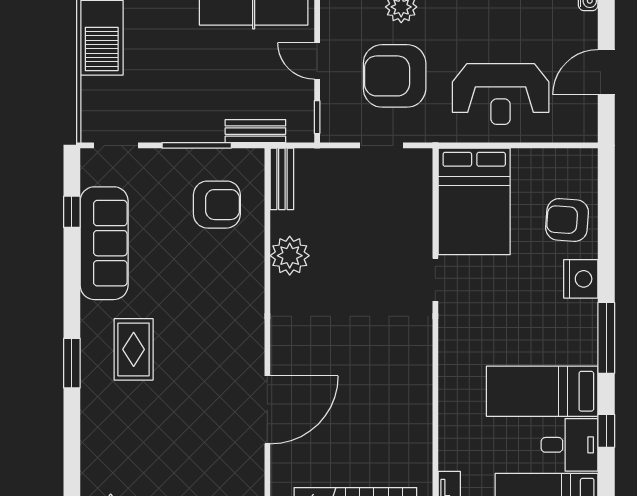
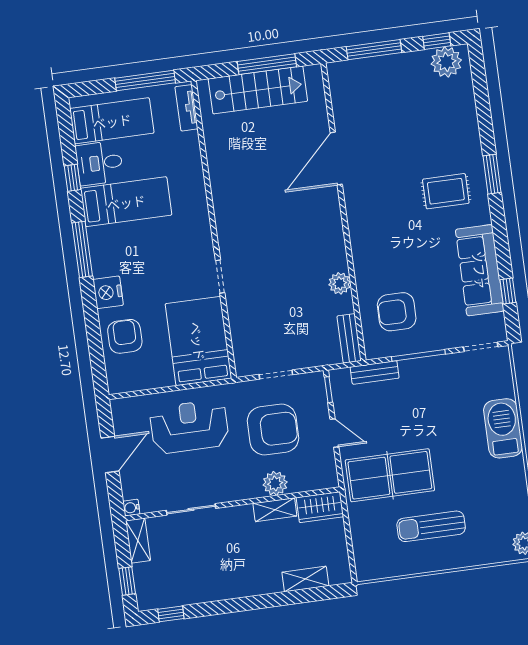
armchair: (567, 220) -> (125, 336), turned -94
plant: (290, 256) -> (340, 283), width x0.73, depth x0.73
rug: (134, 349) -> (446, 191), turned 90

